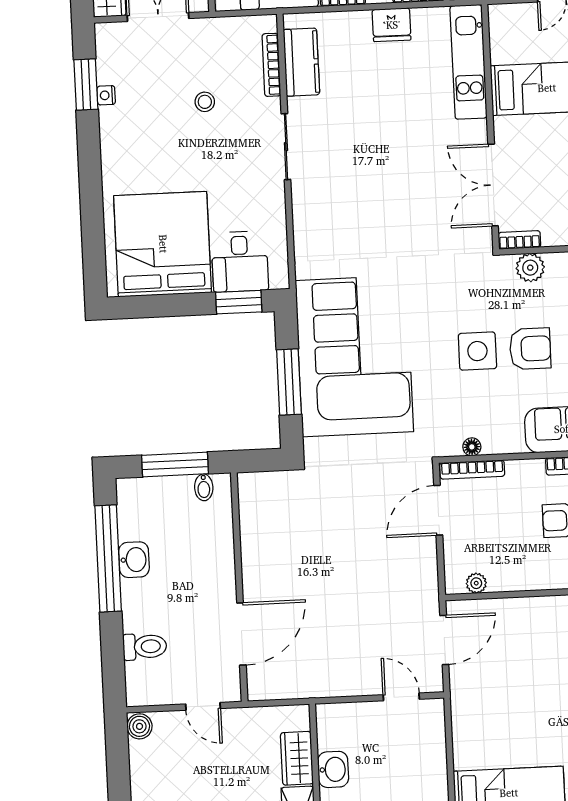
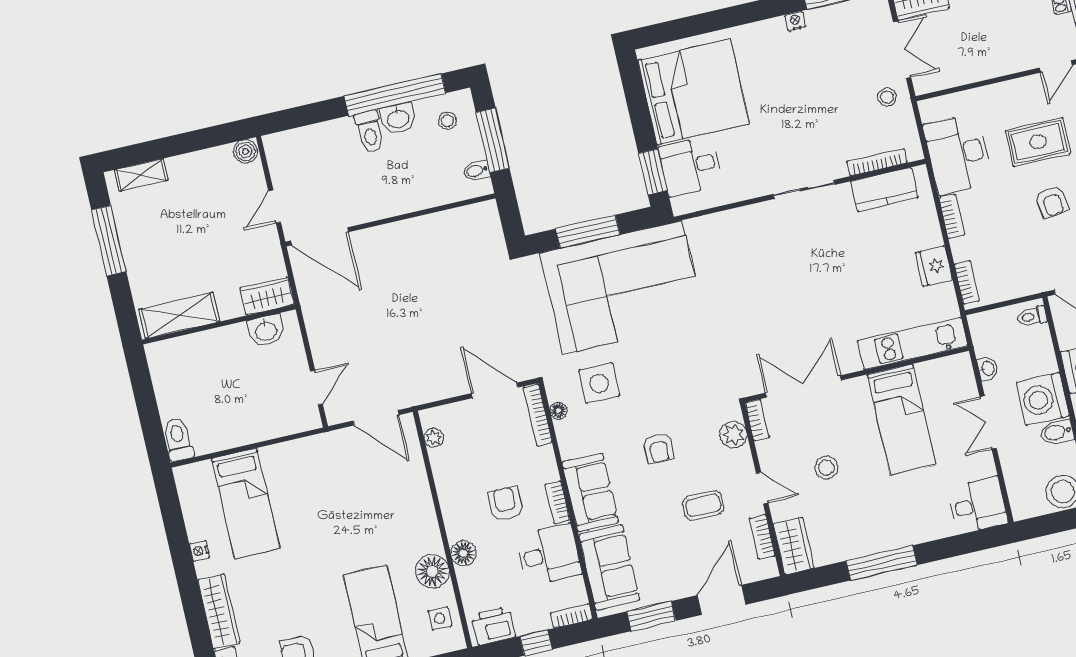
nightstand: (106, 95) -> (795, 21), moved
stool: (205, 102) -> (887, 97), moved
armchair: (530, 349) -> (659, 448), width x0.72, depth x0.72
side table: (477, 351) -> (599, 383), moved
stool: (146, 508) -> (447, 121), added
door: (241, 634) -> (319, 236), moved
toilet: (145, 647) -> (370, 131), moved
wardrobe: (297, 758) -> (267, 296), moved
washbasin: (333, 769) -> (266, 331), moved

